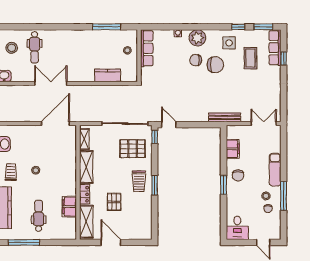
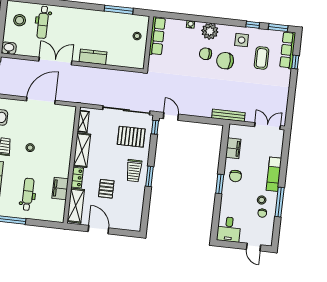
chair: (215, 65) -> (225, 61), turned 180
kitchen counter: (108, 75) -> (93, 57), moved
door: (55, 124) -> (41, 101), moved

